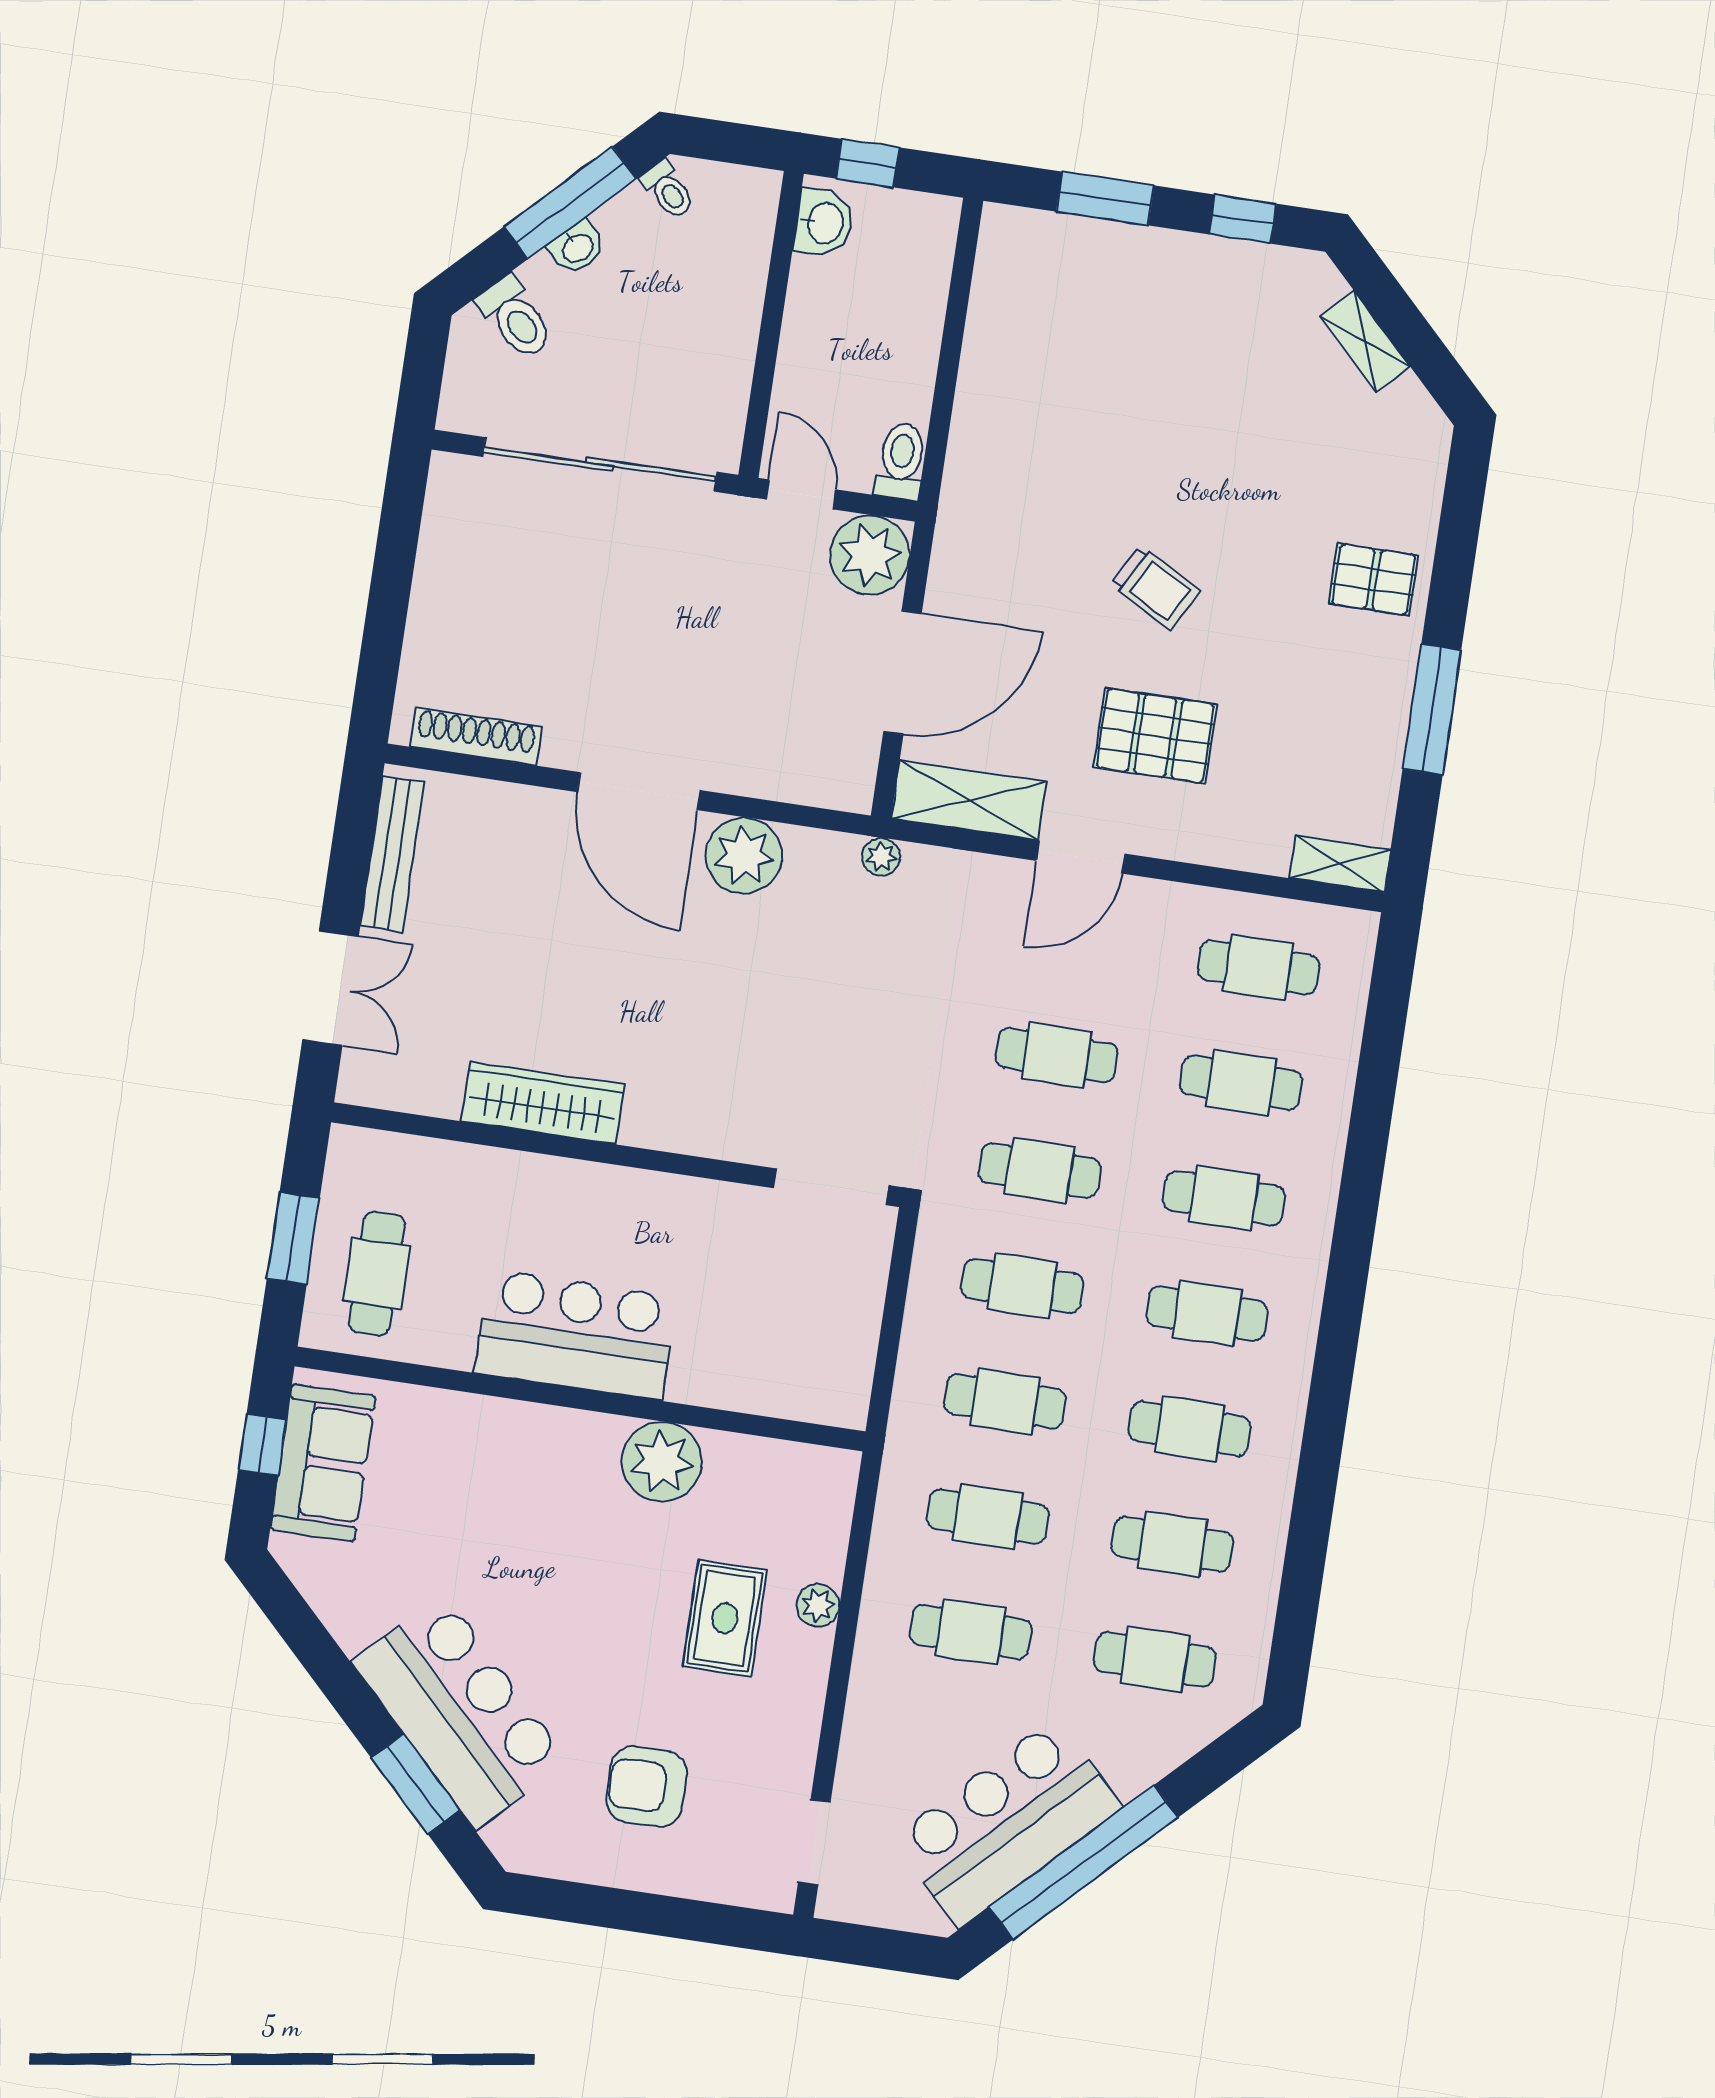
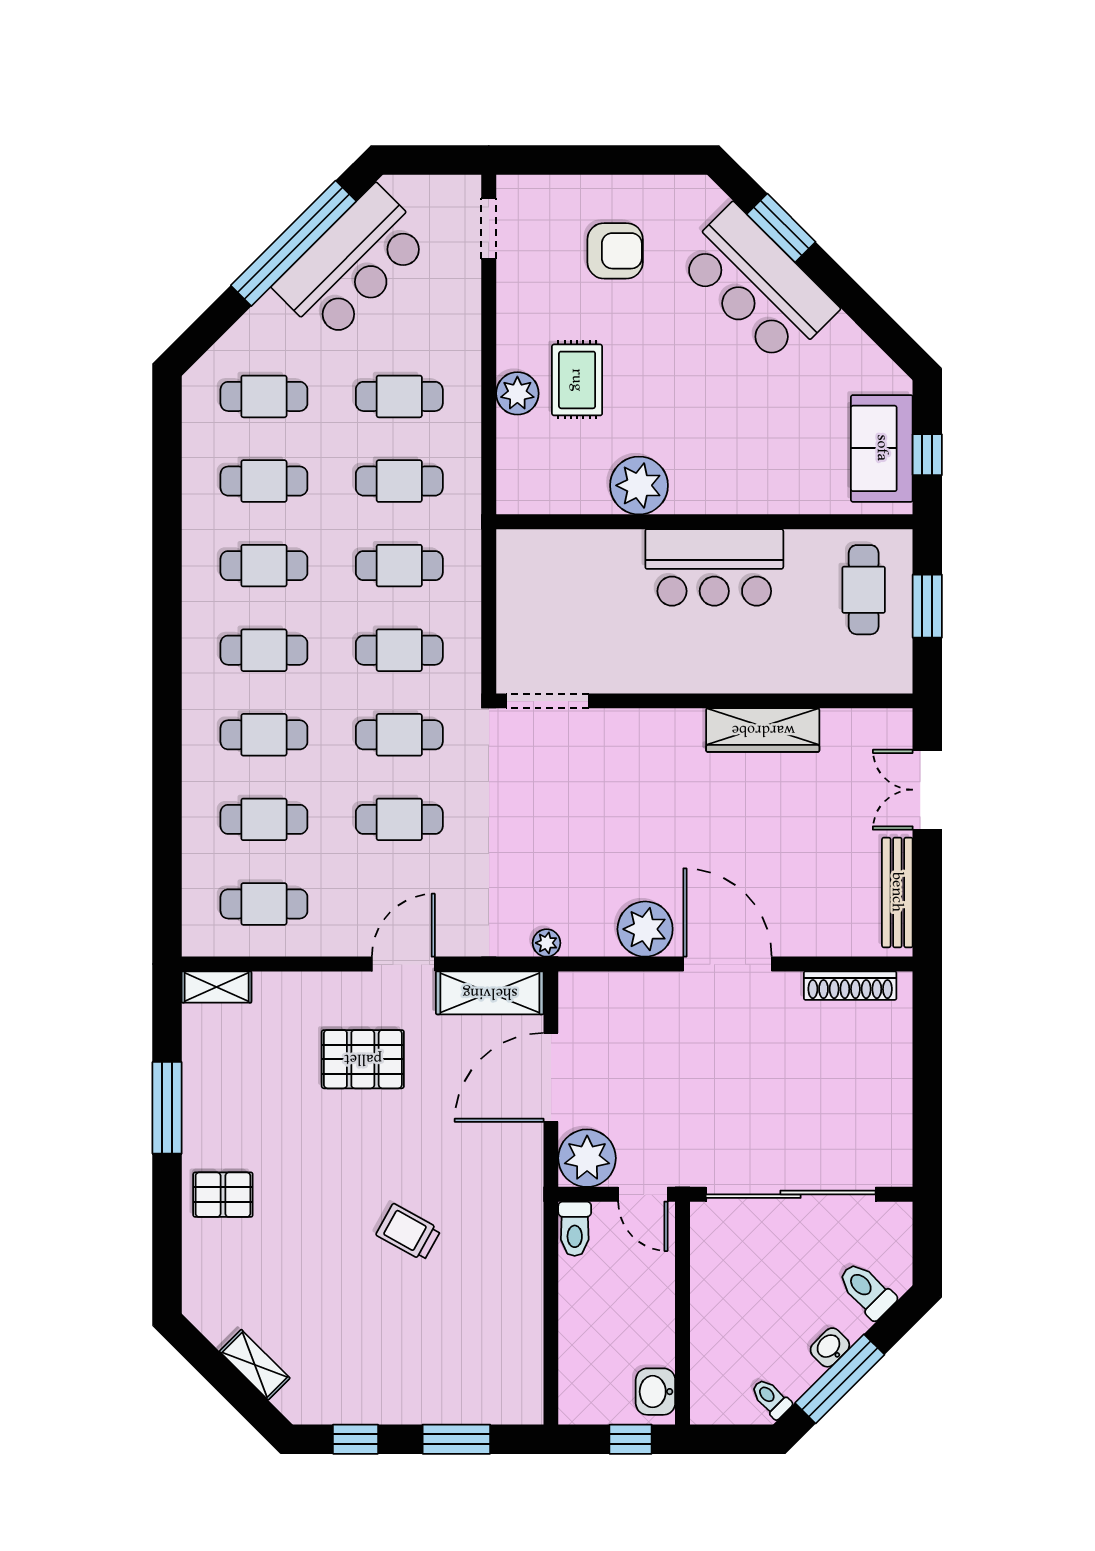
trolley: (1156, 588) -> (408, 1232), moved
plant: (818, 1605) -> (517, 393), width x1.38, depth x1.38

